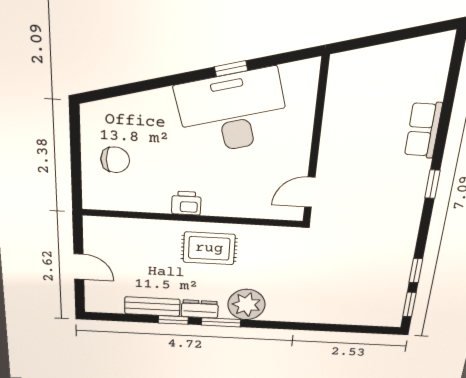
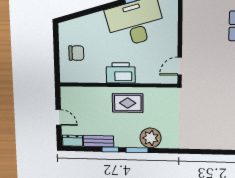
printer: (186, 203) -> (121, 73), width x1.87, depth x1.48
dresser: (200, 309) -> (73, 141), moved

